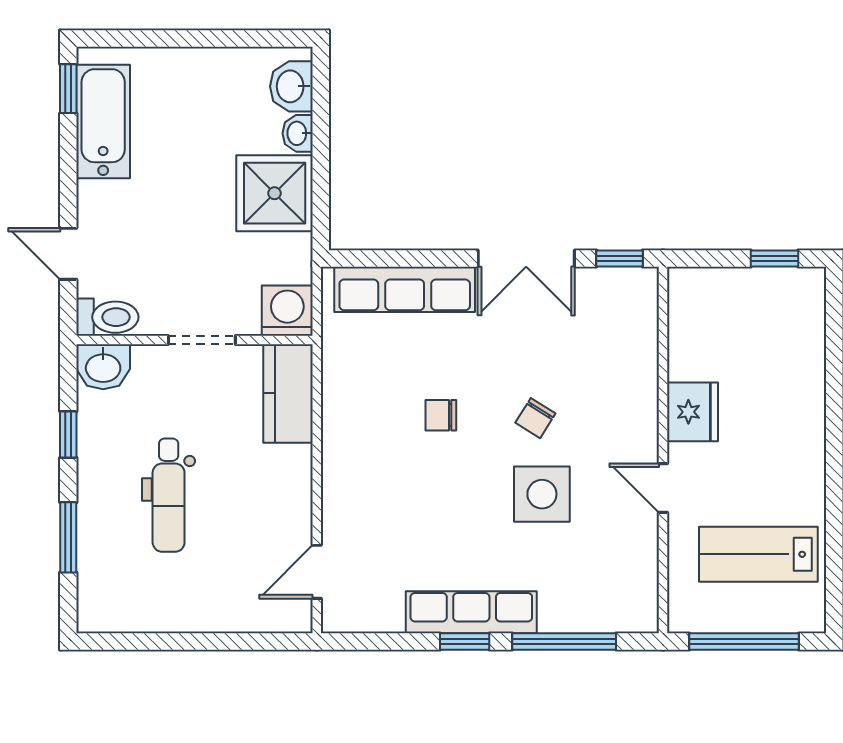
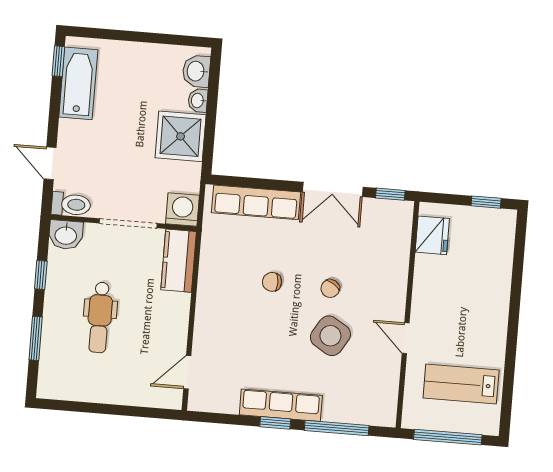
doorway: (202, 340) -> (128, 223), width x1.38
fridge: (693, 412) -> (432, 235), moved
side table: (542, 494) -> (330, 336), turned 31

